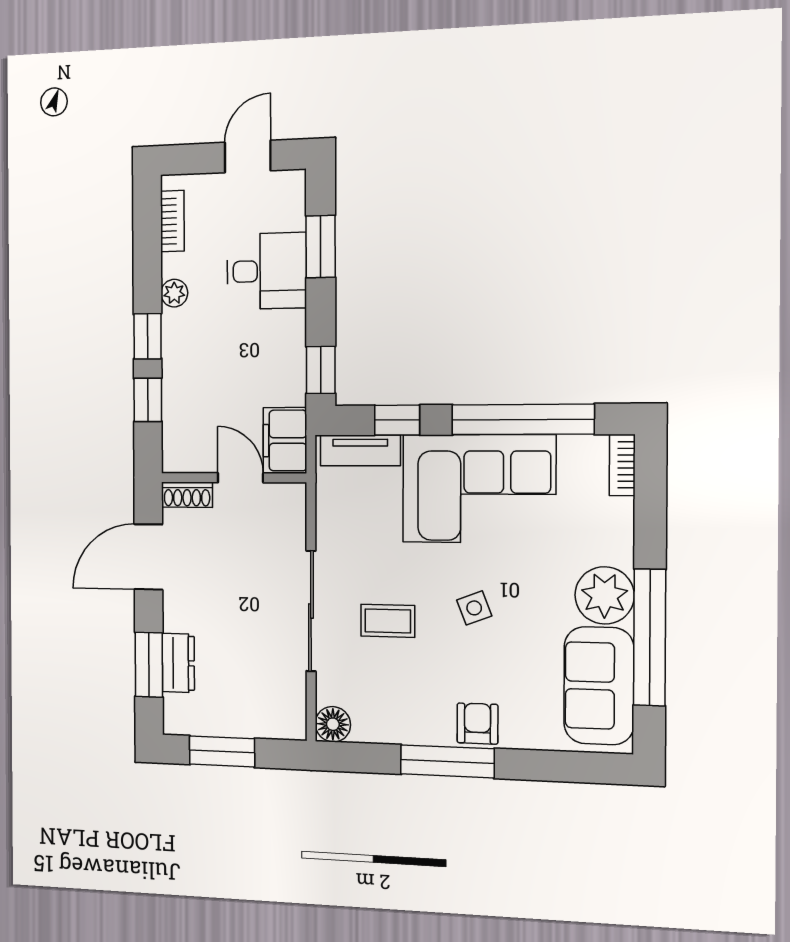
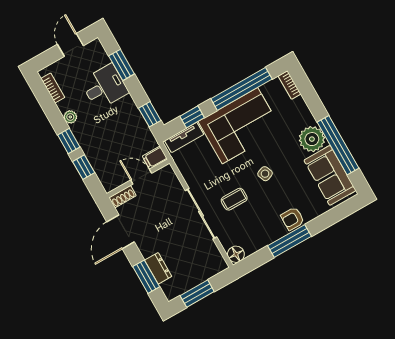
filing cabinet: (285, 441) -> (155, 158), width x0.50
armchair: (478, 724) -> (293, 219), turned -90

